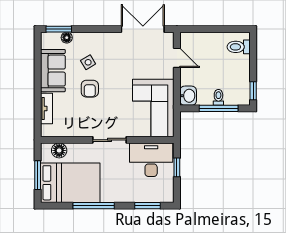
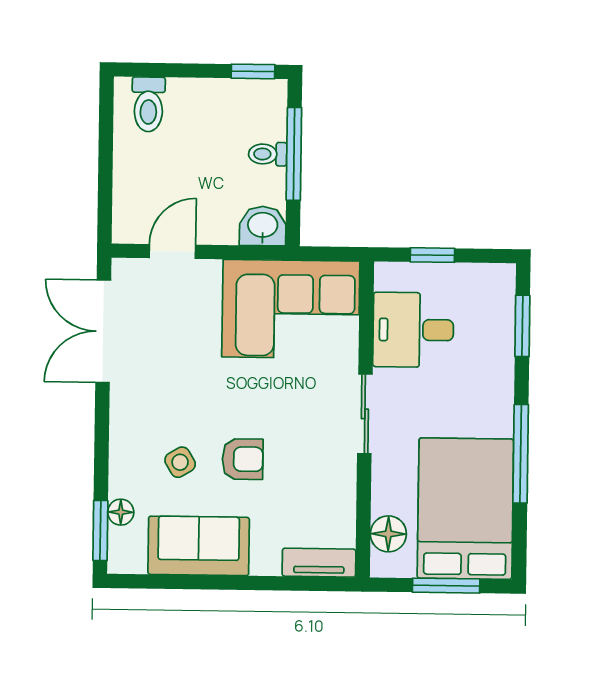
tv unit: (47, 109) -> (319, 563), moved
desk: (151, 160) -> (413, 330), width x0.73

